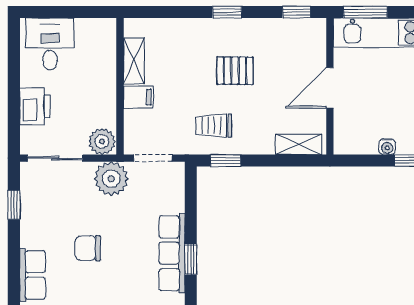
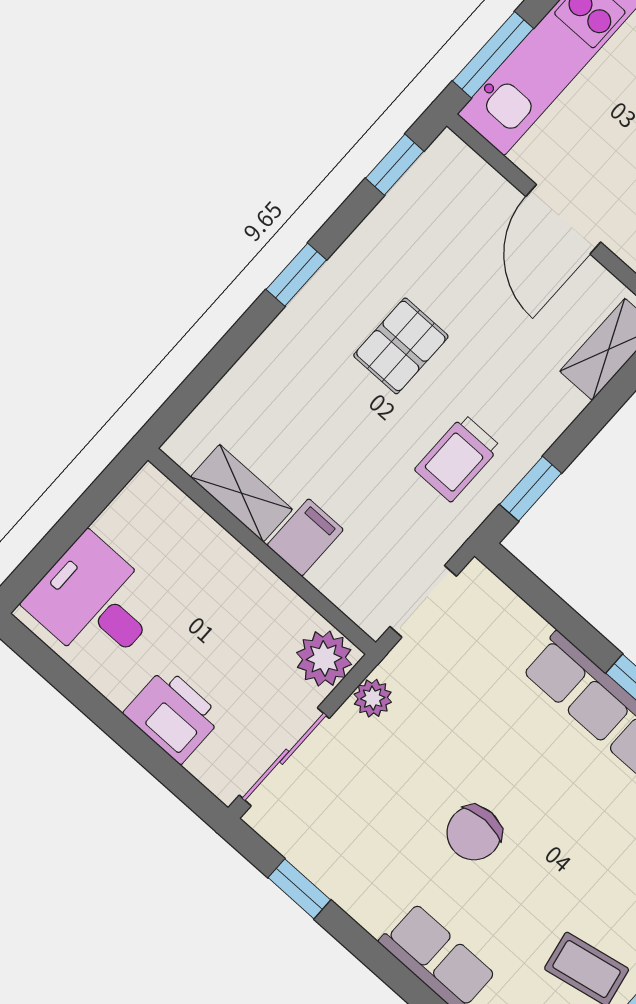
plant: (111, 179) -> (373, 698), width x0.53, depth x0.53

